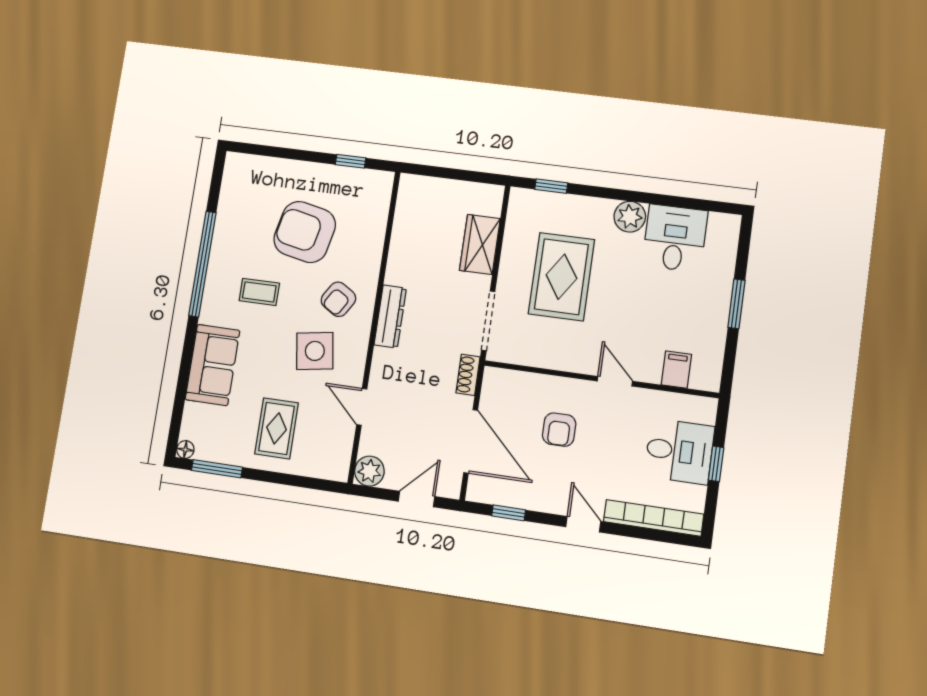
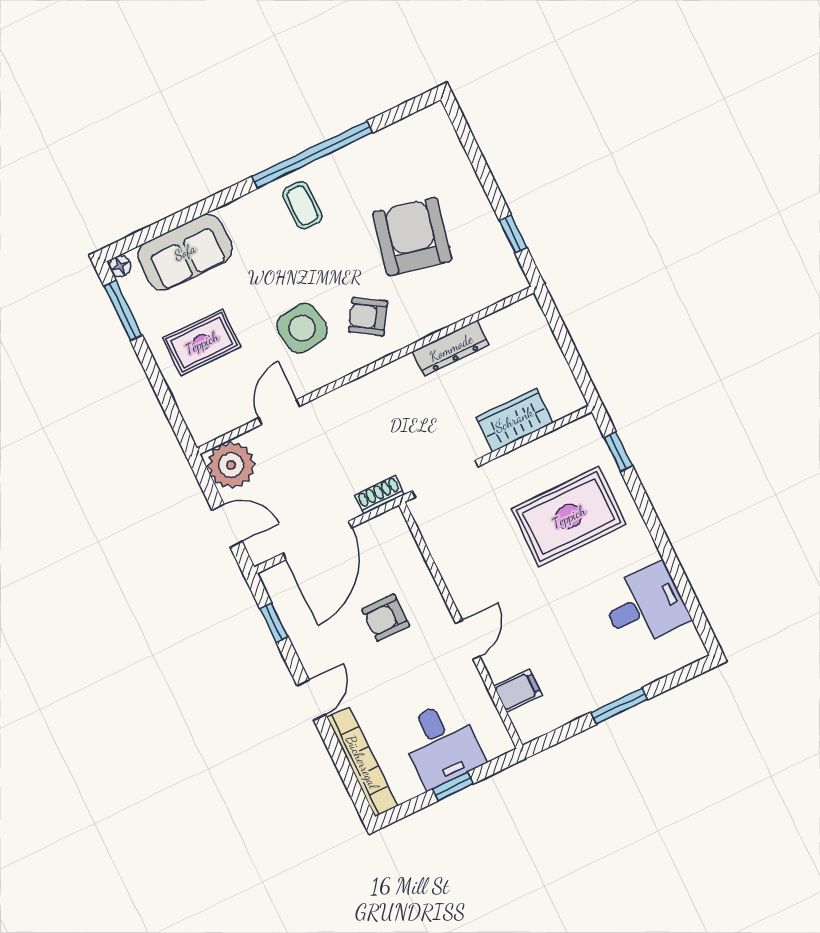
plant: (630, 217) -> (638, 548), removed
rug: (561, 277) -> (569, 517), moved
coffee table: (259, 292) -> (302, 205), moved
dresser: (390, 316) -> (451, 348), moved
sofa: (212, 365) -> (185, 252), moved
plant: (369, 471) -> (231, 465), width x1.36, depth x1.36

